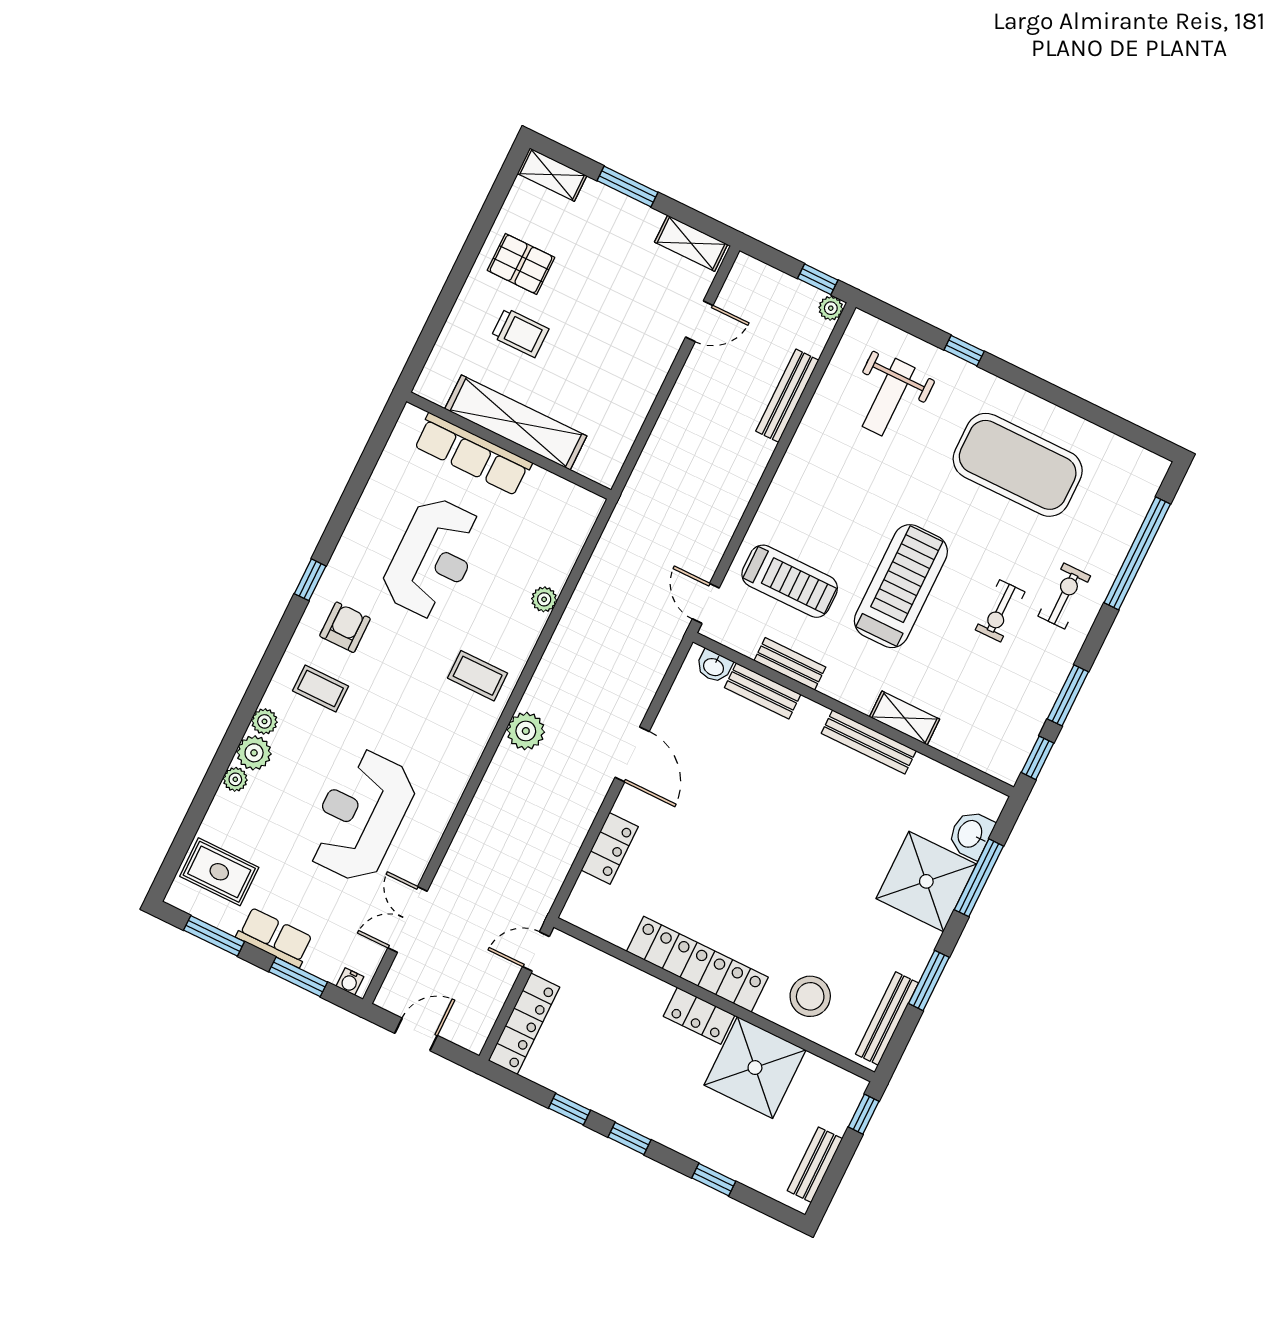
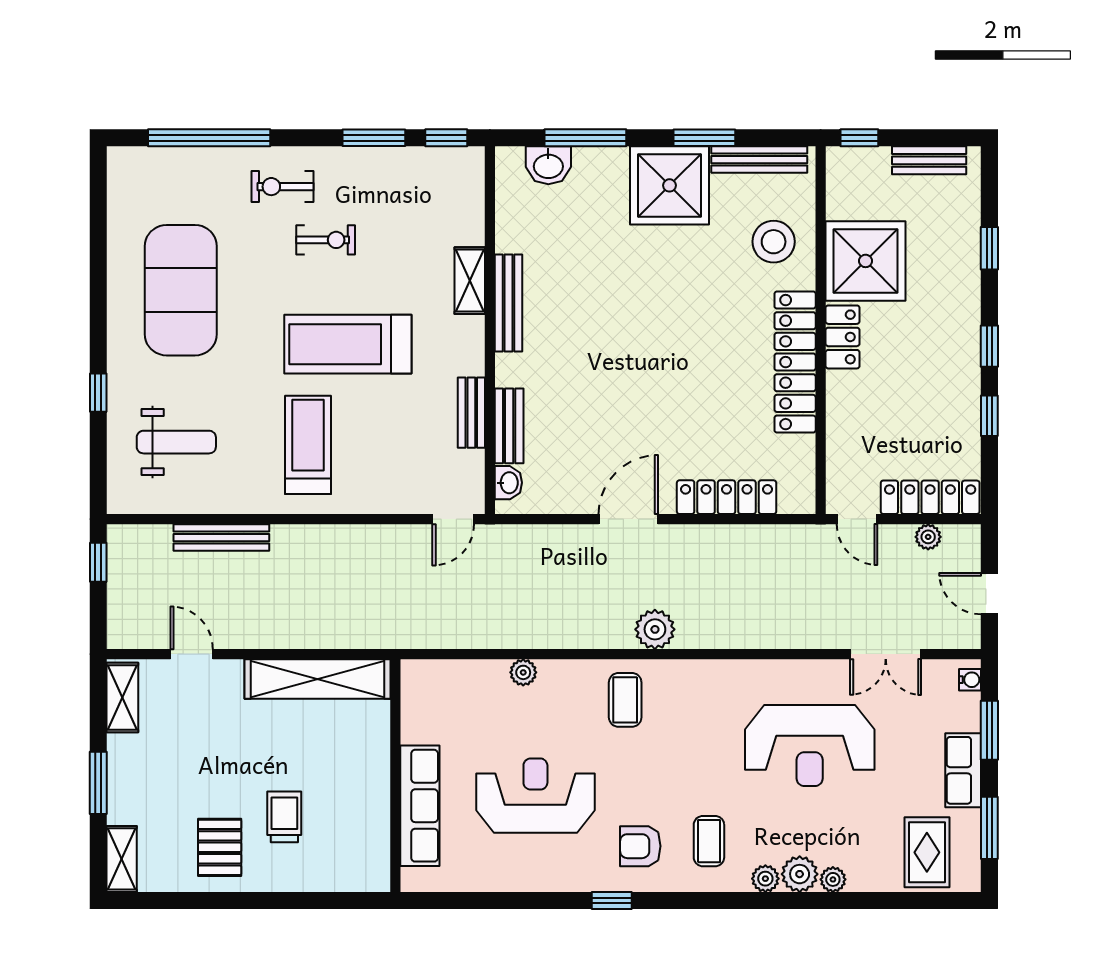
plant: (831, 308) -> (928, 537), moved
shelving: (516, 422) -> (317, 679), moved, turned 90
treadmill: (790, 581) -> (308, 445), moved
locker: (610, 848) -> (727, 497), width x1.53
shower: (926, 881) -> (670, 185), moved

